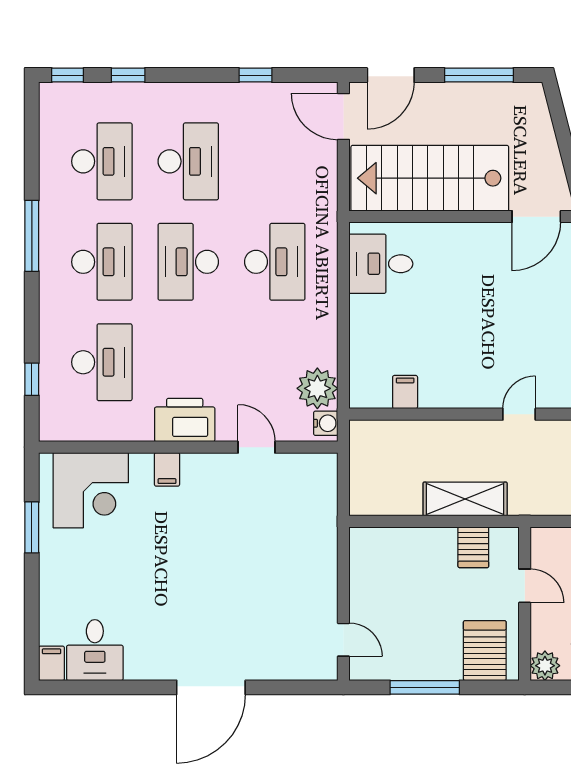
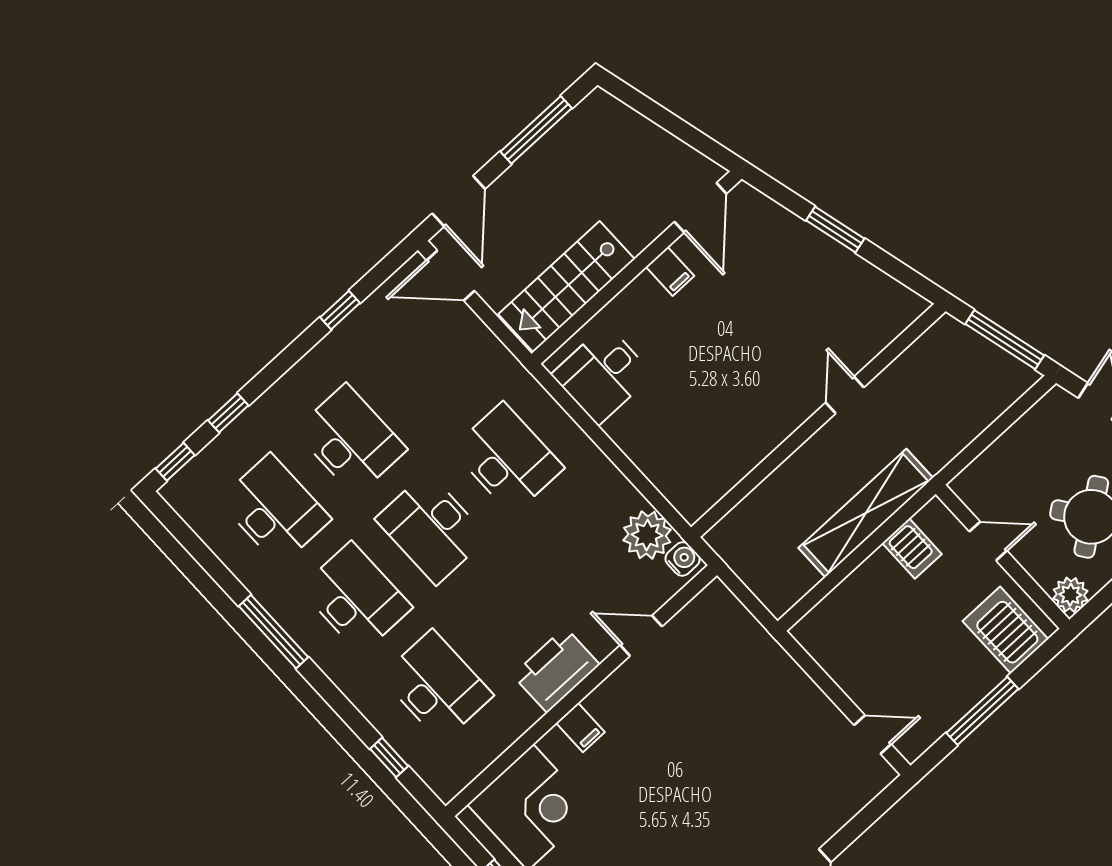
stairs: (430, 178) -> (567, 287), width x0.73, depth x0.66
filing cabinet: (405, 392) -> (670, 271), moved, turned 180
shelving: (465, 499) -> (866, 513), width x1.47

